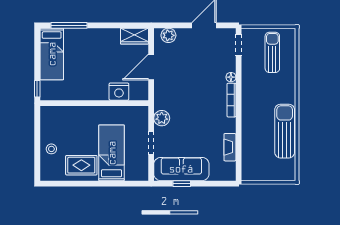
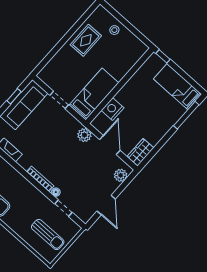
doorway: (239, 45) -> (63, 208), moved
plant: (162, 118) -> (84, 135), moved
bed: (112, 153) -> (94, 94), moved, turned -90

